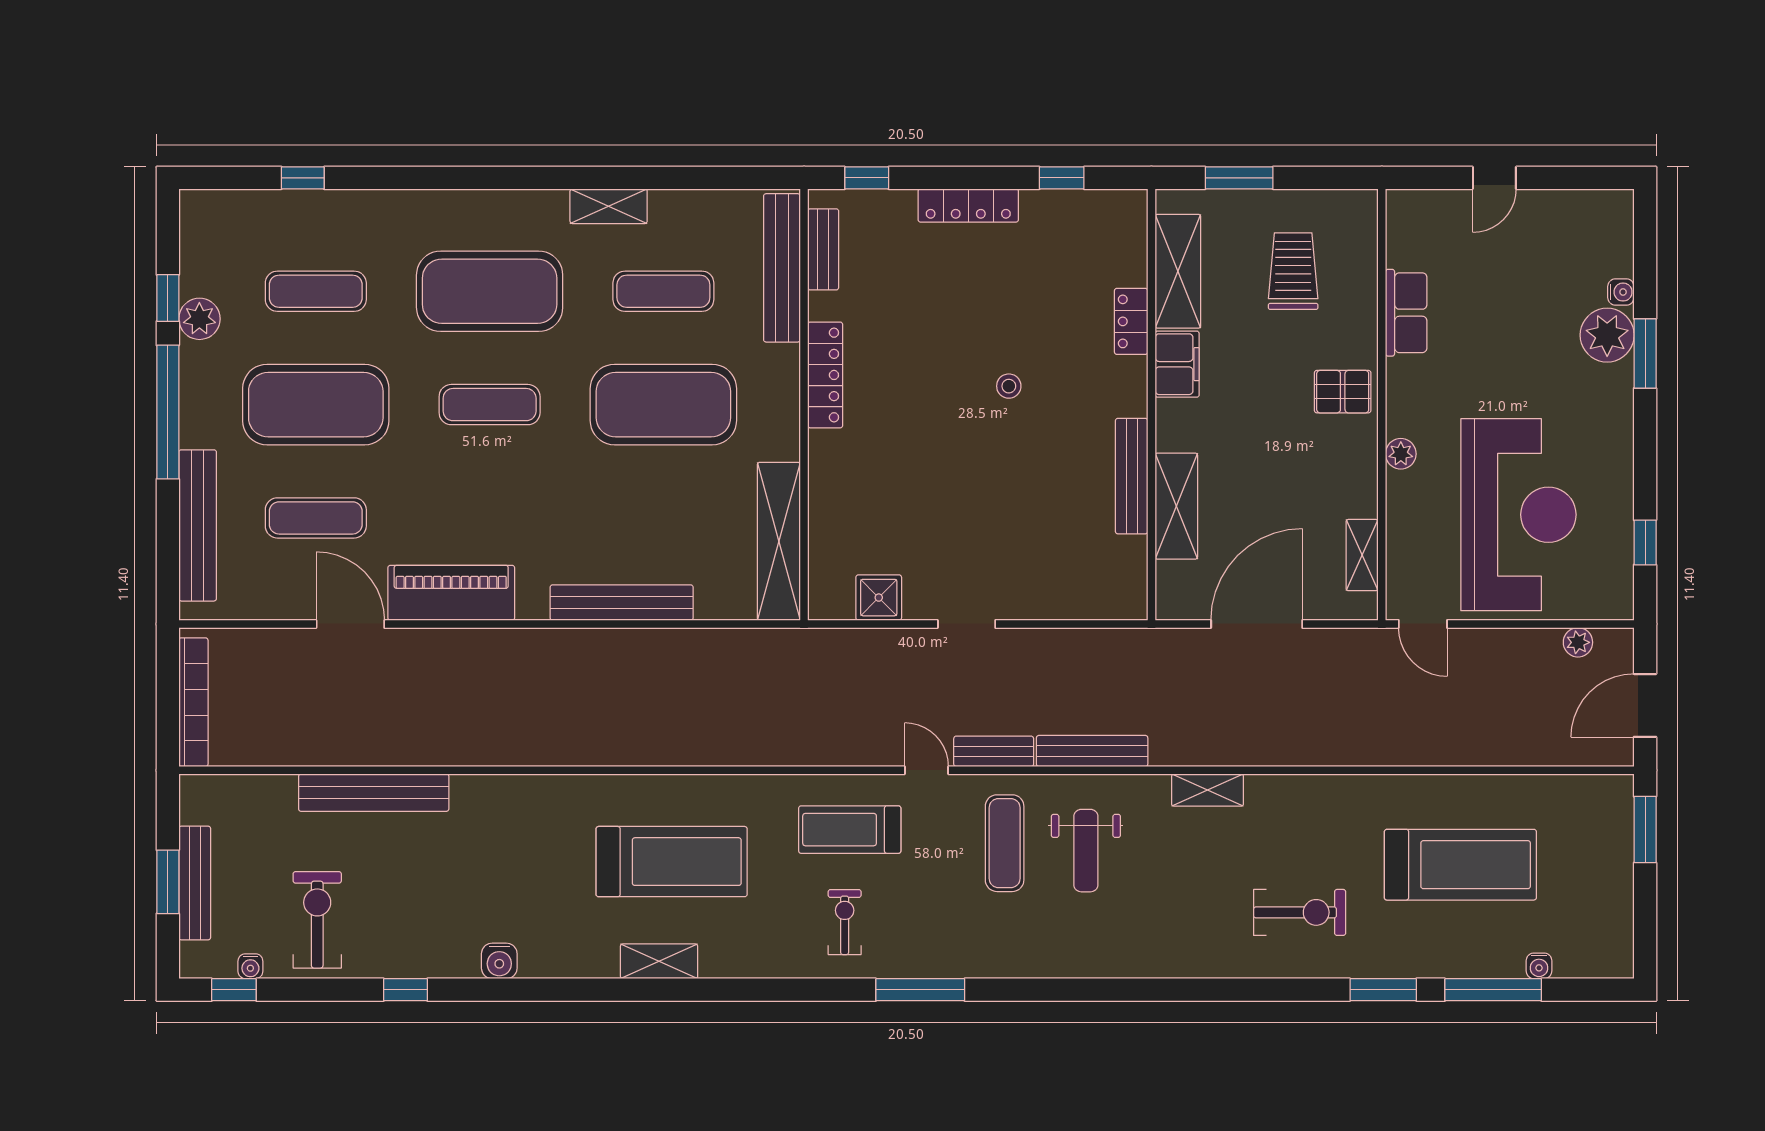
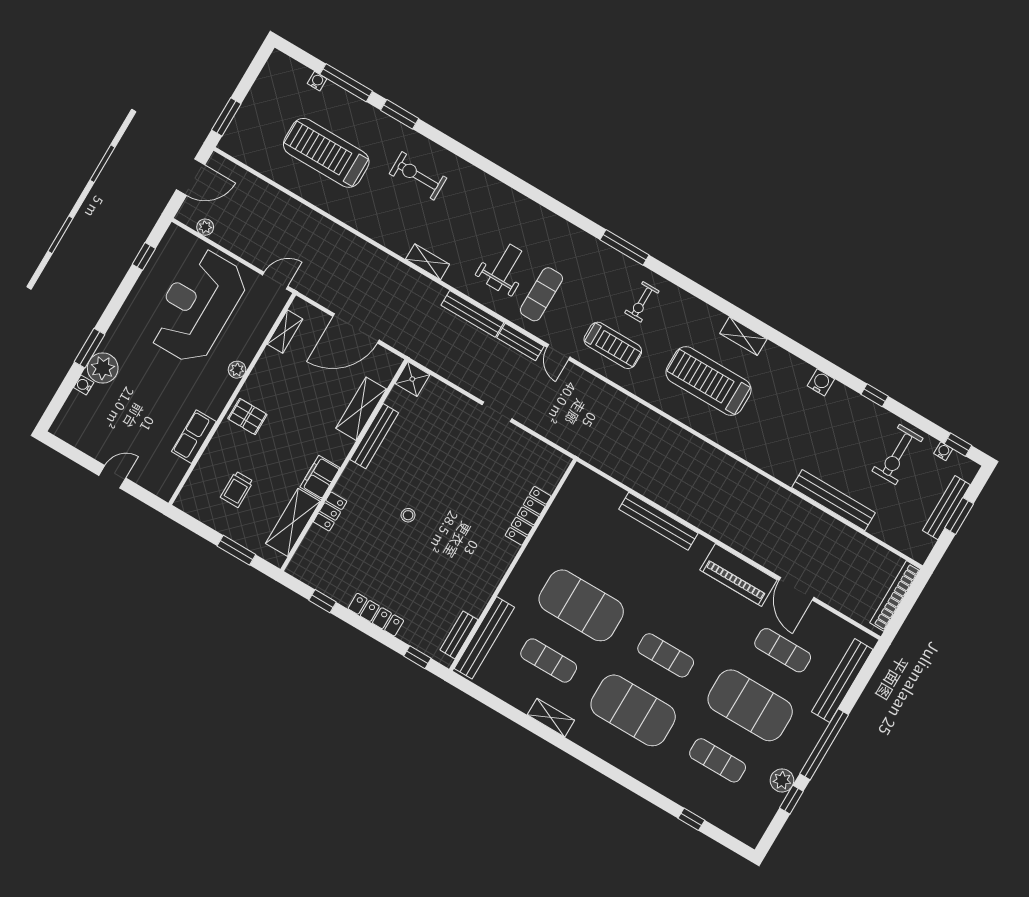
trolley: (1293, 271) -> (237, 489), width x0.73, depth x0.72
locker: (825, 375) -> (528, 516), moved
shelving: (779, 541) -> (564, 506), removed
shower: (879, 598) -> (412, 379), moved
door: (1423, 624) -> (275, 281), hinge flipped

